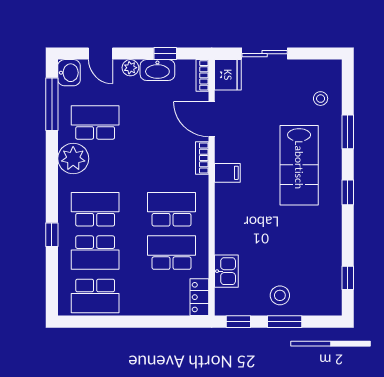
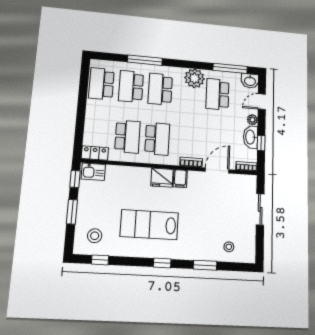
fridge: (228, 75) -> (162, 178), moved
school desk: (95, 122) -> (217, 94), turned 180
lab bench: (299, 165) -> (149, 225), moved
school desk: (95, 209) -> (160, 89), turned 180
window: (52, 235) -> (145, 60), width x2.17
kitchen sink: (226, 271) -> (93, 172), moved
stool: (280, 295) -> (95, 236), moved

